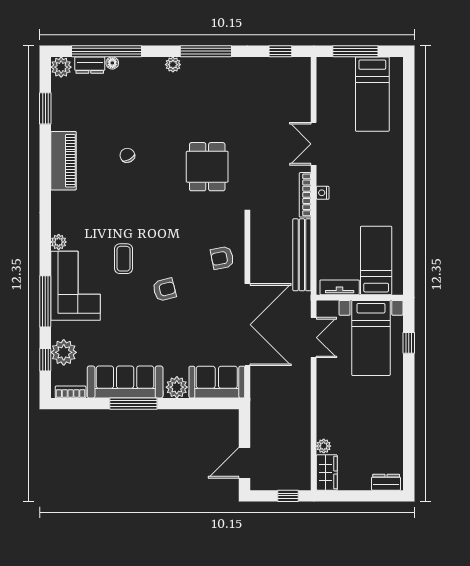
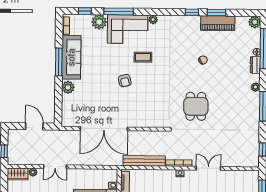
dresser: (90, 65) -> (255, 65), moved
window: (45, 108) -> (217, 12), moved
piano: (64, 161) -> (218, 23), moved
dining table: (207, 167) -> (196, 106), turned 90
window: (45, 175) -> (192, 12), added
armchair: (222, 258) -> (143, 114), removed
double door: (314, 338) -> (55, 167), moved
plant: (64, 352) -> (99, 22), moved
sofa: (217, 382) -> (71, 111), removed
door: (245, 463) -> (34, 126), moved

